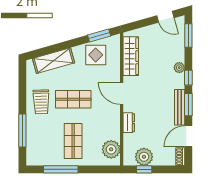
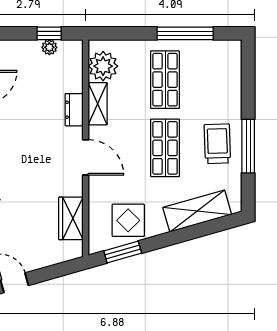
wardrobe: (131, 56) -> (71, 218), width x0.67
shop shelf: (73, 99) -> (165, 148), turned 90
shelving: (114, 126) -> (98, 104), added
window: (22, 131) -> (248, 146), moved
plant: (144, 157) -> (49, 47), width x0.53, depth x0.53

